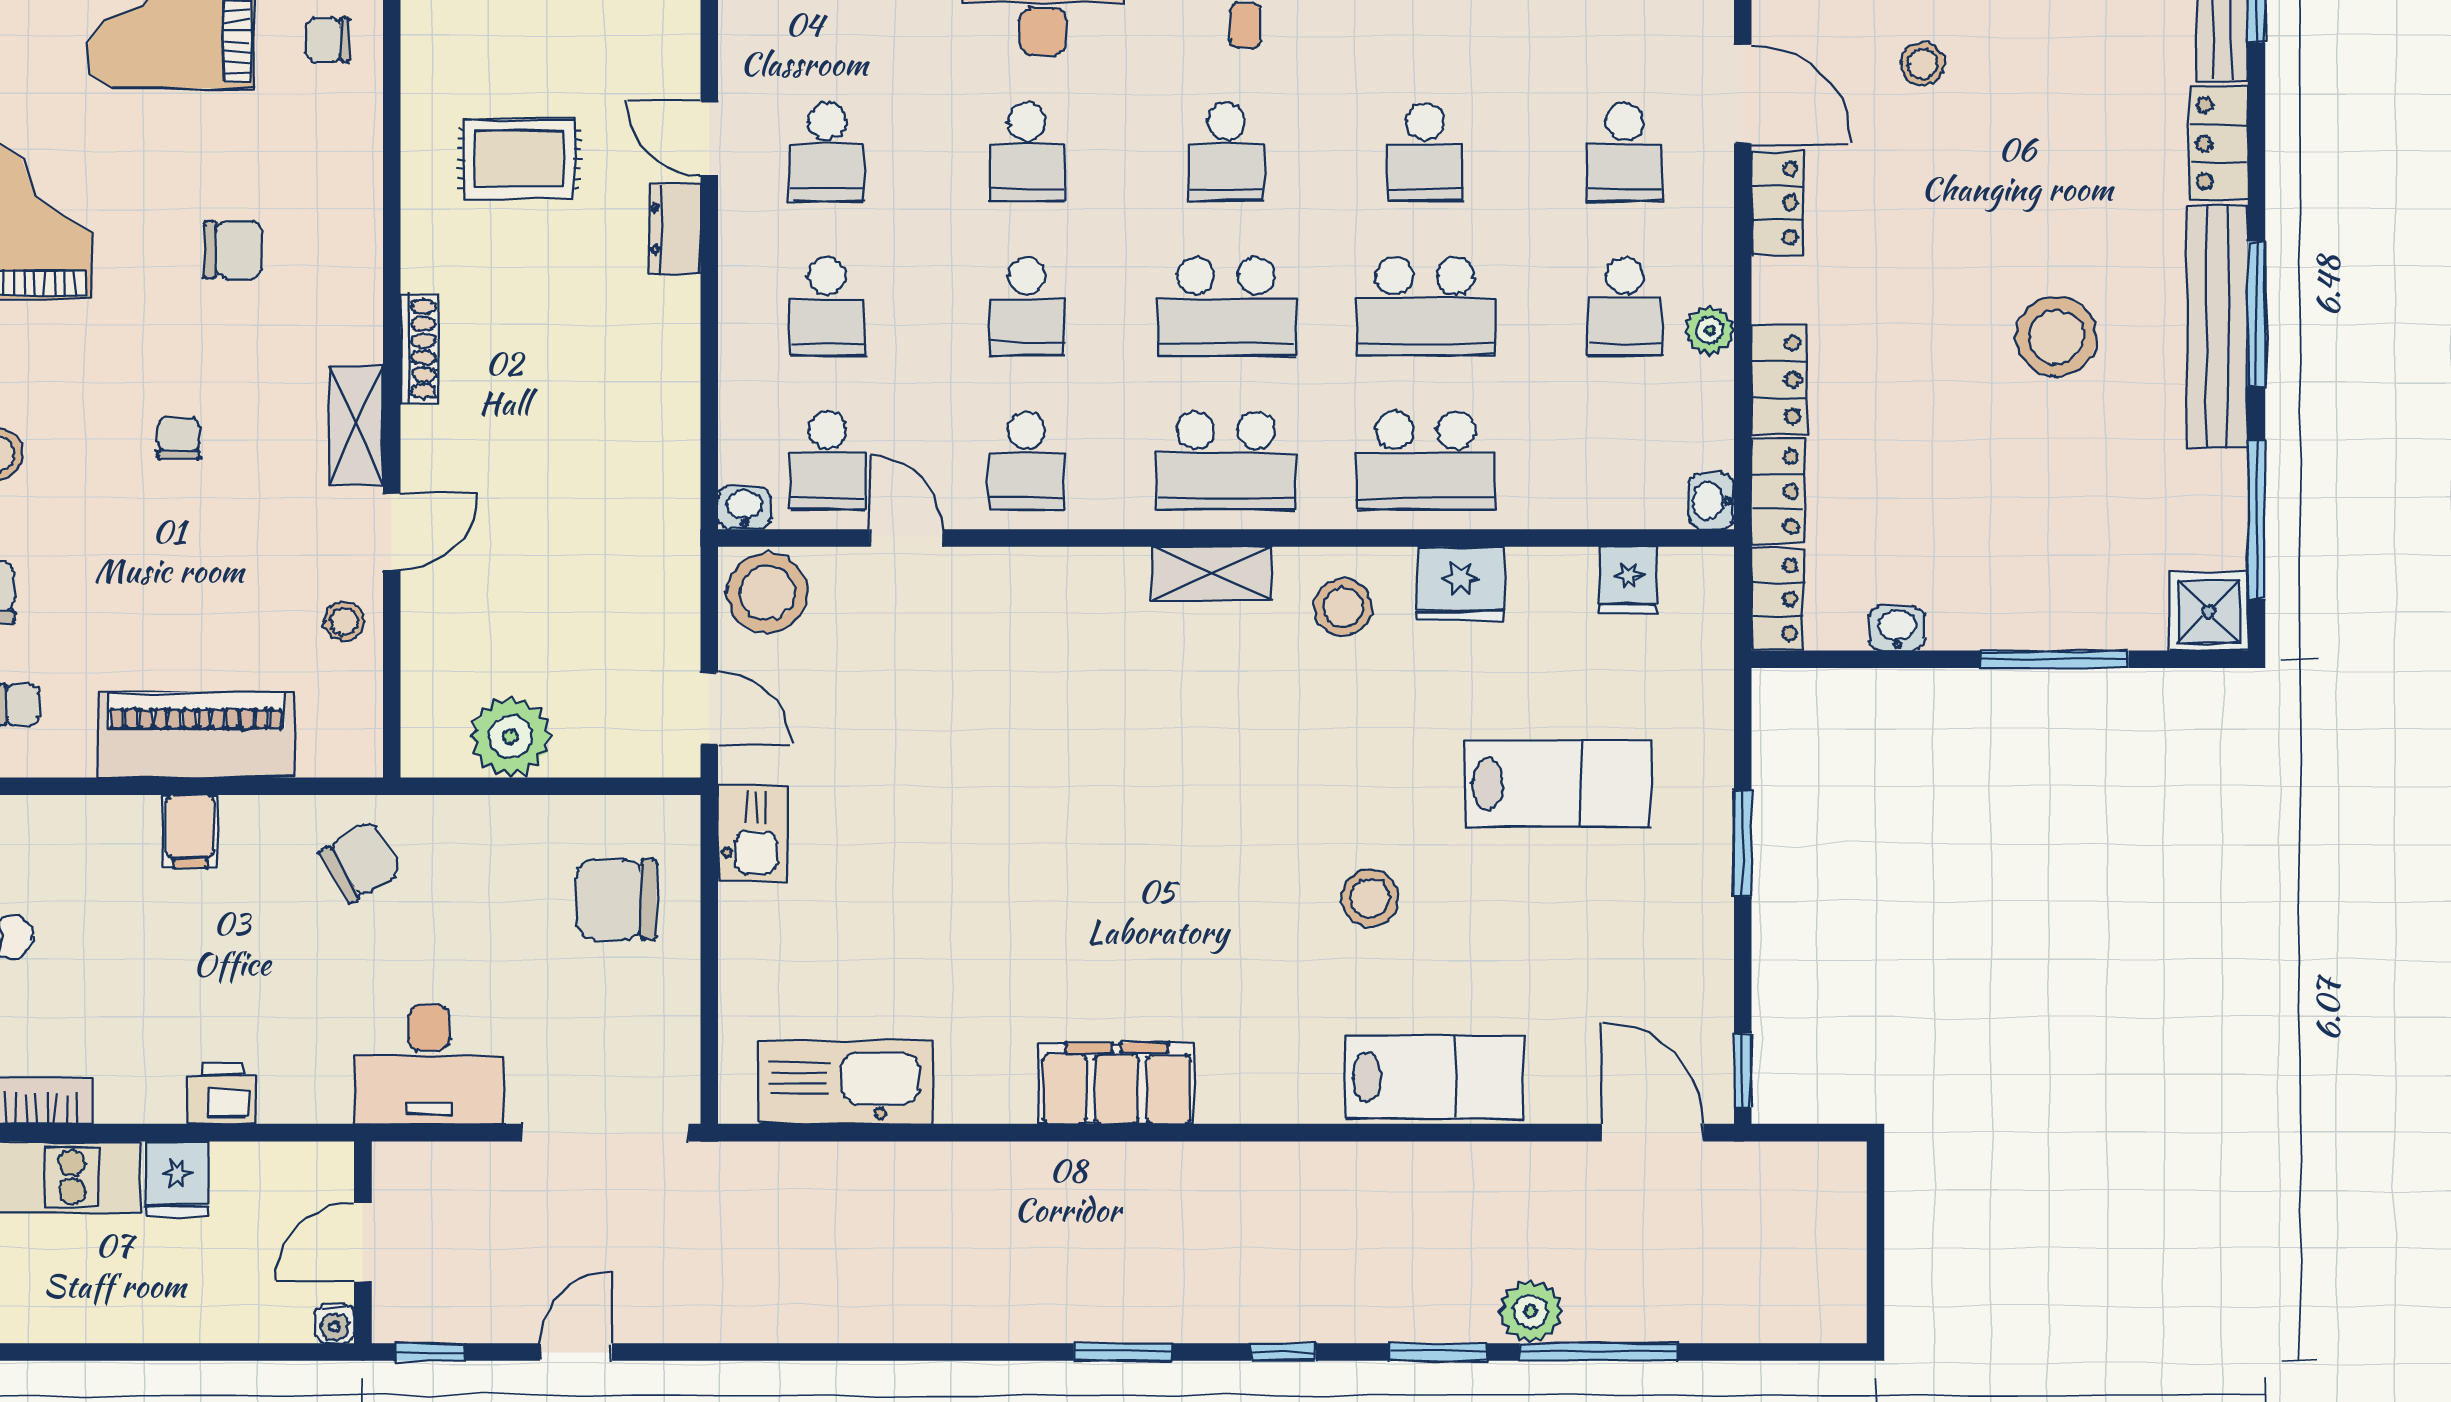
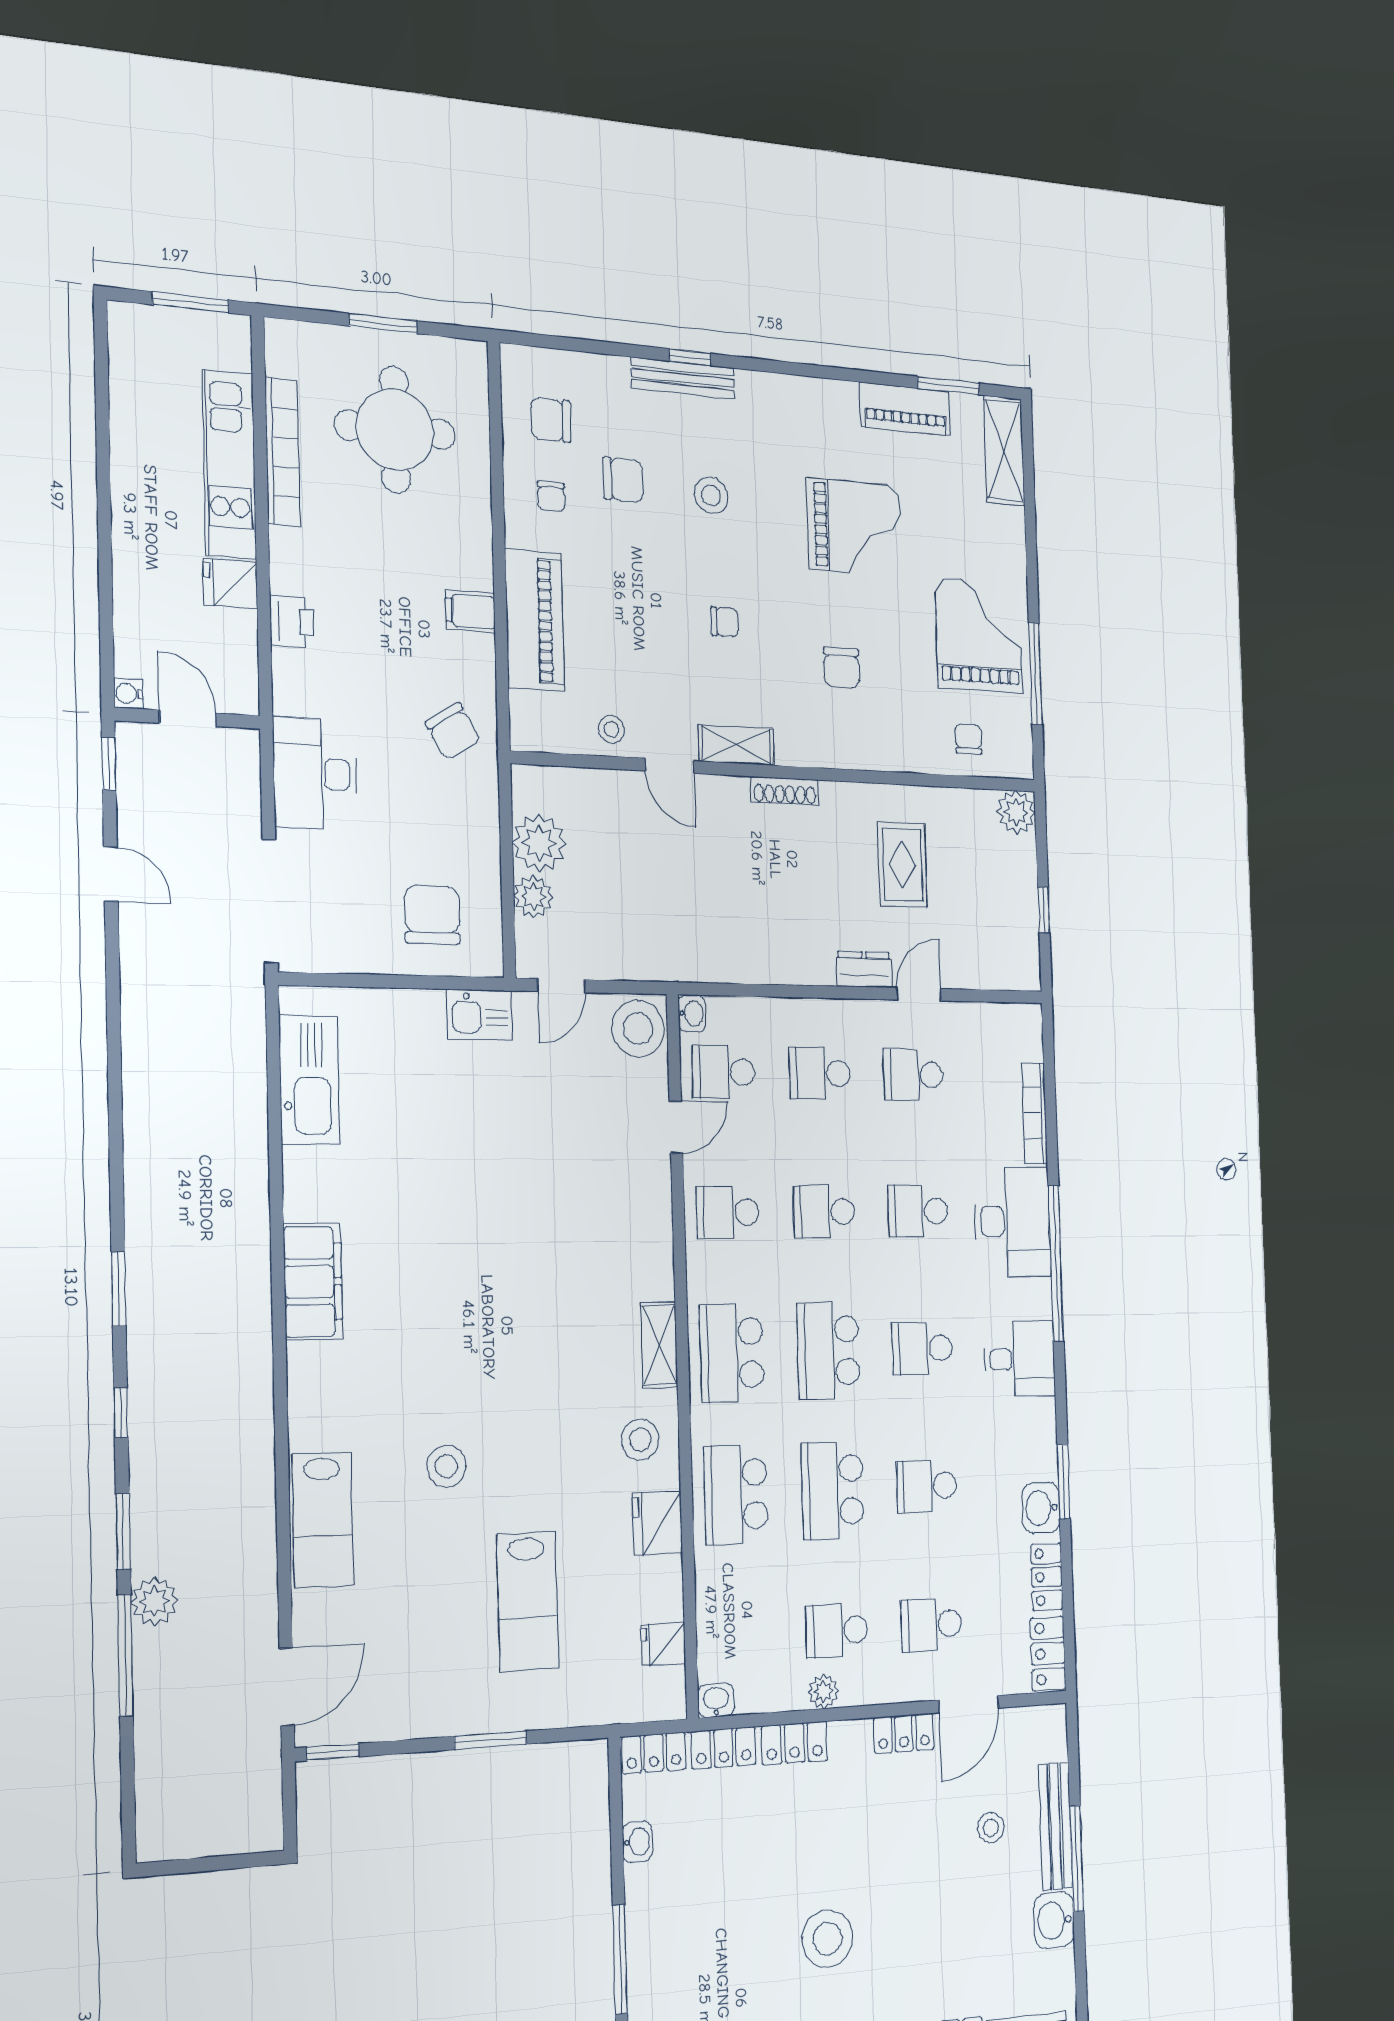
plant: (586, 748) -> (533, 897), added

